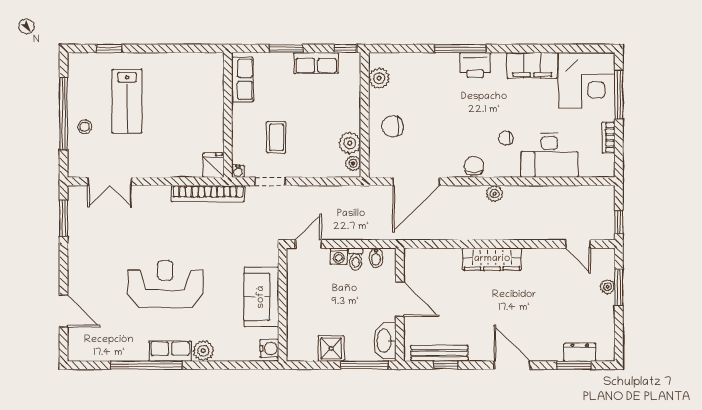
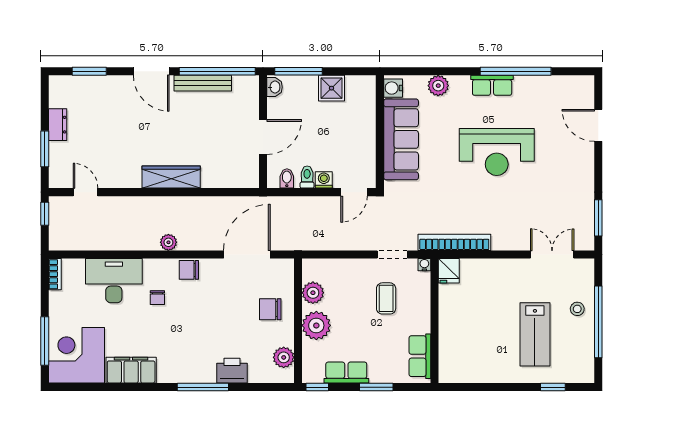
printer: (475, 65) -> (232, 371), moved
lab bench: (127, 101) -> (535, 334), turned 180
chair: (393, 126) -> (270, 309), turned 180
chair: (506, 138) -> (157, 298), turned 90
bookcase: (609, 138) -> (55, 274), moved
plant: (353, 163) -> (316, 325), moved, width x1.88, depth x1.88
chair: (474, 166) -> (189, 270), turned 90
plant: (608, 287) -> (56, 149), removed
sofa: (261, 297) -> (401, 139), width x1.36
door: (400, 299) -> (263, 137), swing flipped
washbasin: (385, 341) -> (275, 87), width x0.52, depth x0.69
plant: (203, 351) -> (438, 86), moved
dresser: (580, 352) -> (58, 125), moved, turned -90
bench: (439, 353) -> (203, 83), moved
window: (446, 365) -> (217, 71), width x3.17

